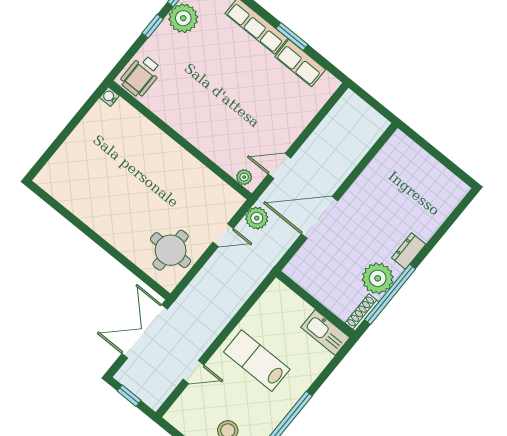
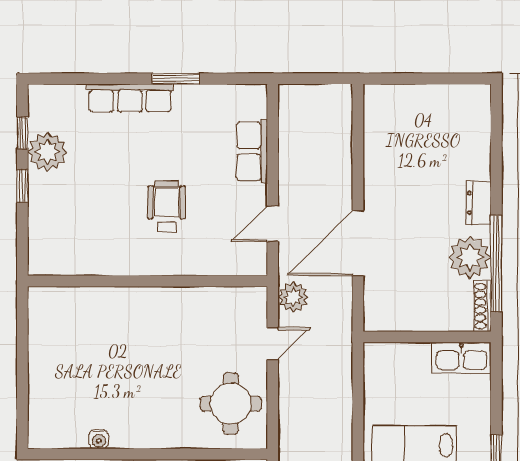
row of seats: (300, 63) -> (252, 151), moved, turned 90
wheelchair: (141, 76) -> (167, 206), moved, turned 180
water cooler: (109, 97) -> (99, 439), moved, turned -90
plant: (244, 177) -> (245, 265), removed

